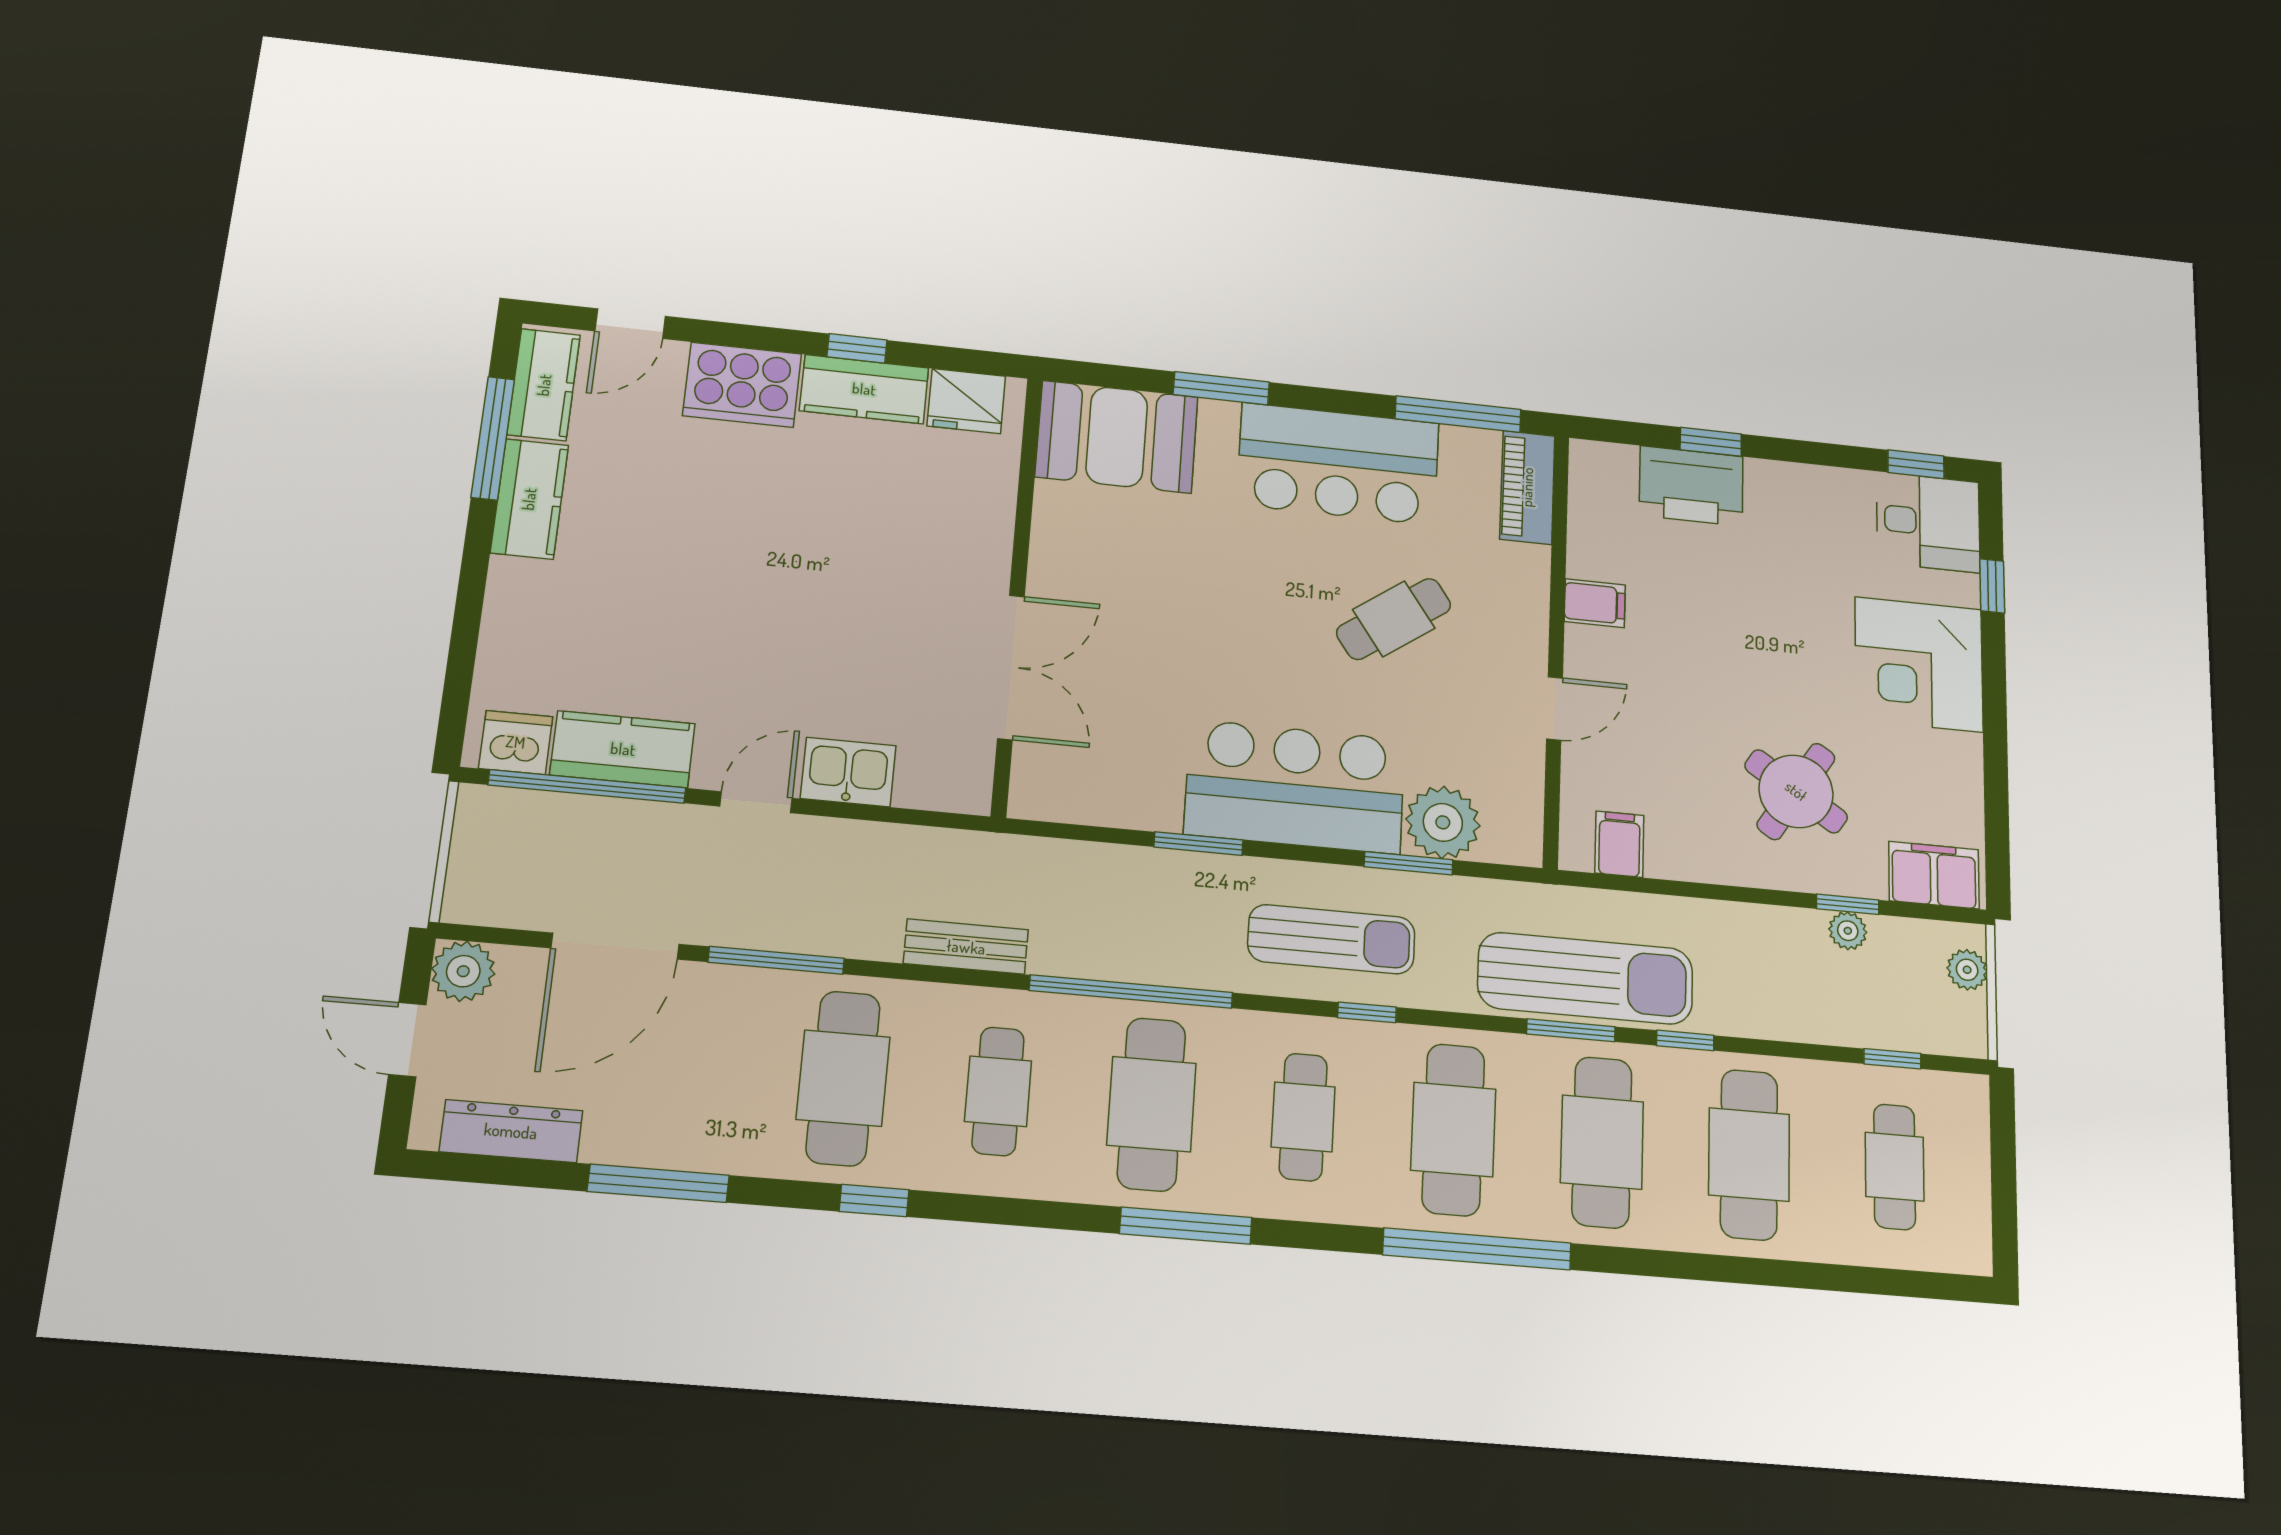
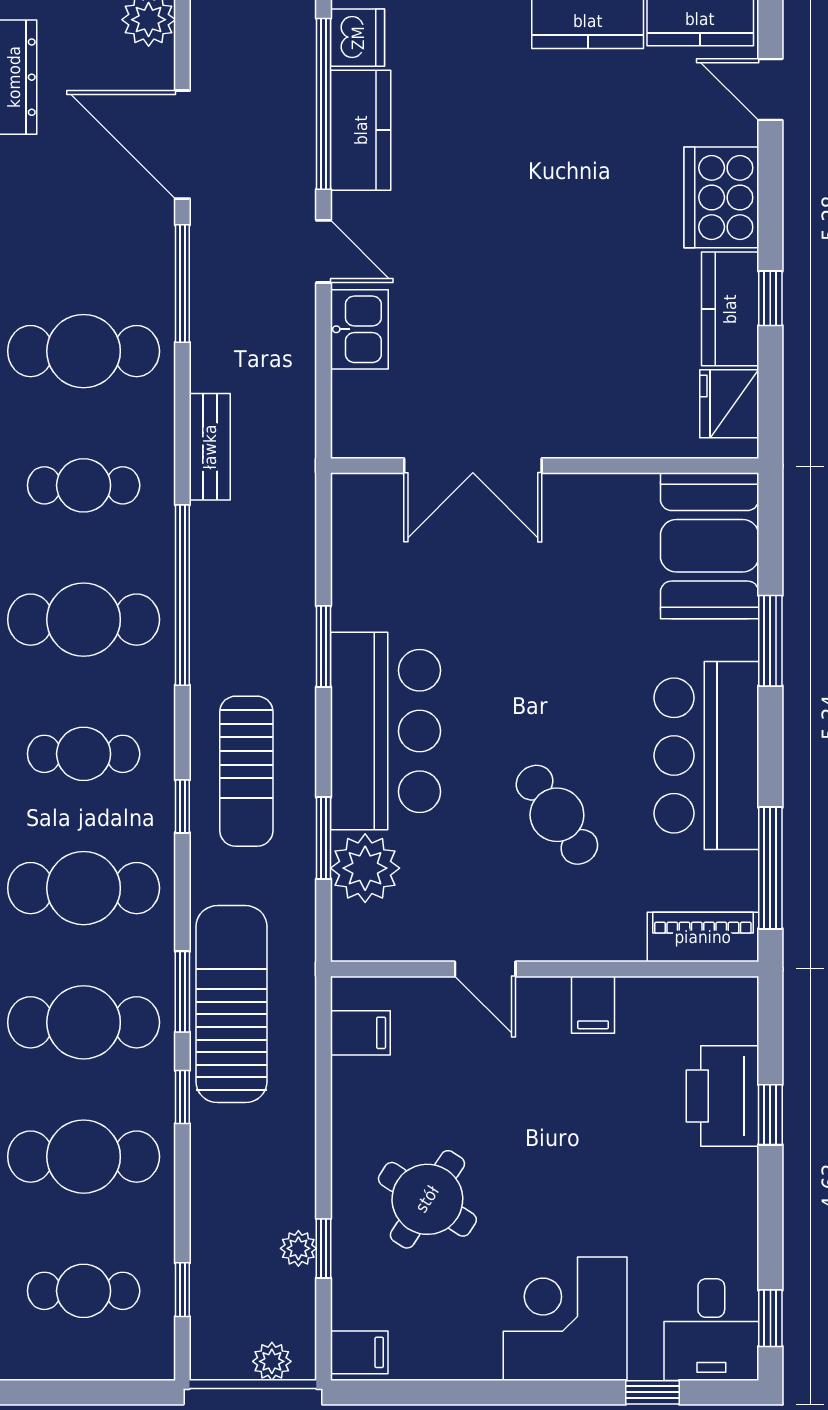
filing cabinet: (1934, 875) -> (359, 1352), width x0.50
sun lounger: (1586, 978) -> (231, 1004), turned 180

